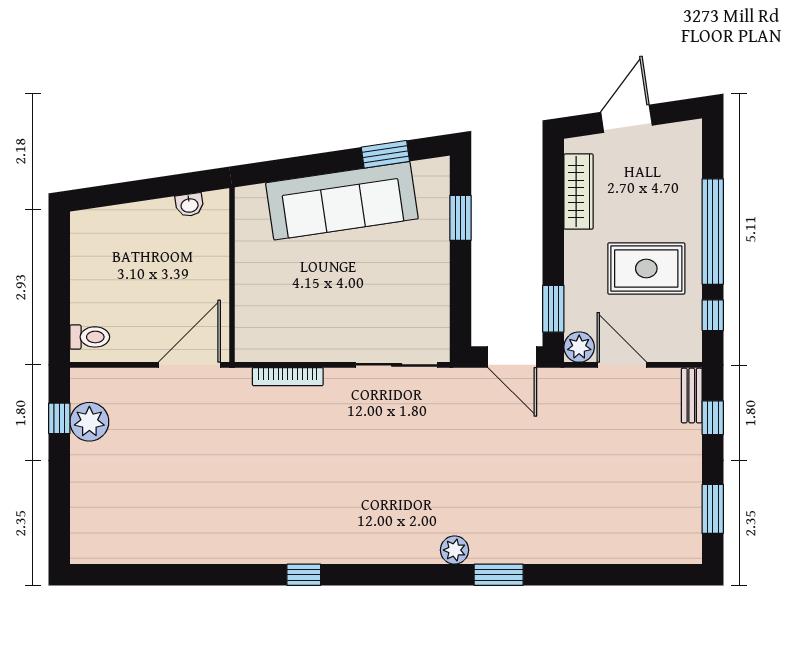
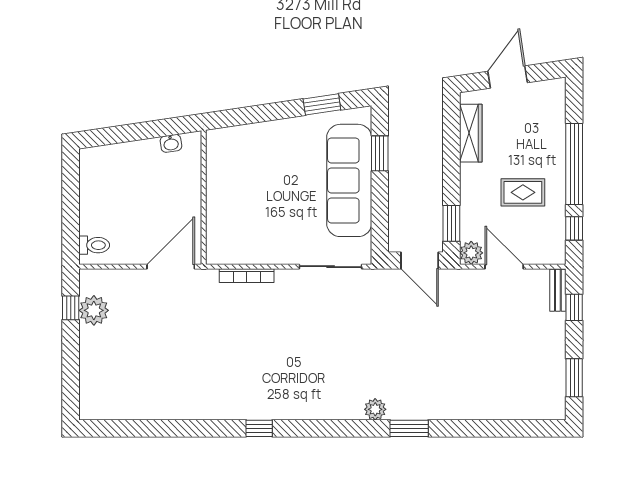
sofa: (342, 201) -> (349, 180), moved, turned 98
rug: (646, 268) -> (523, 192), width x0.73, depth x0.70

